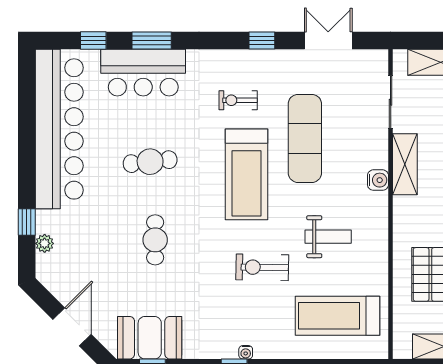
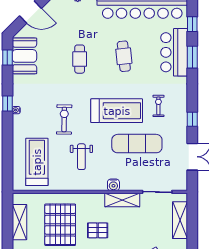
treadmill: (247, 174) -> (117, 111), turned 180
cafe table: (155, 240) -> (80, 59), turned 90

